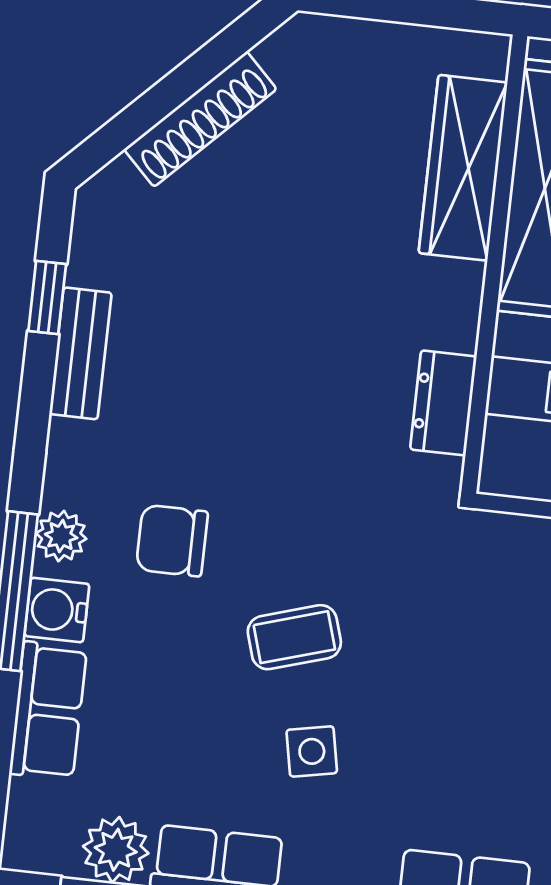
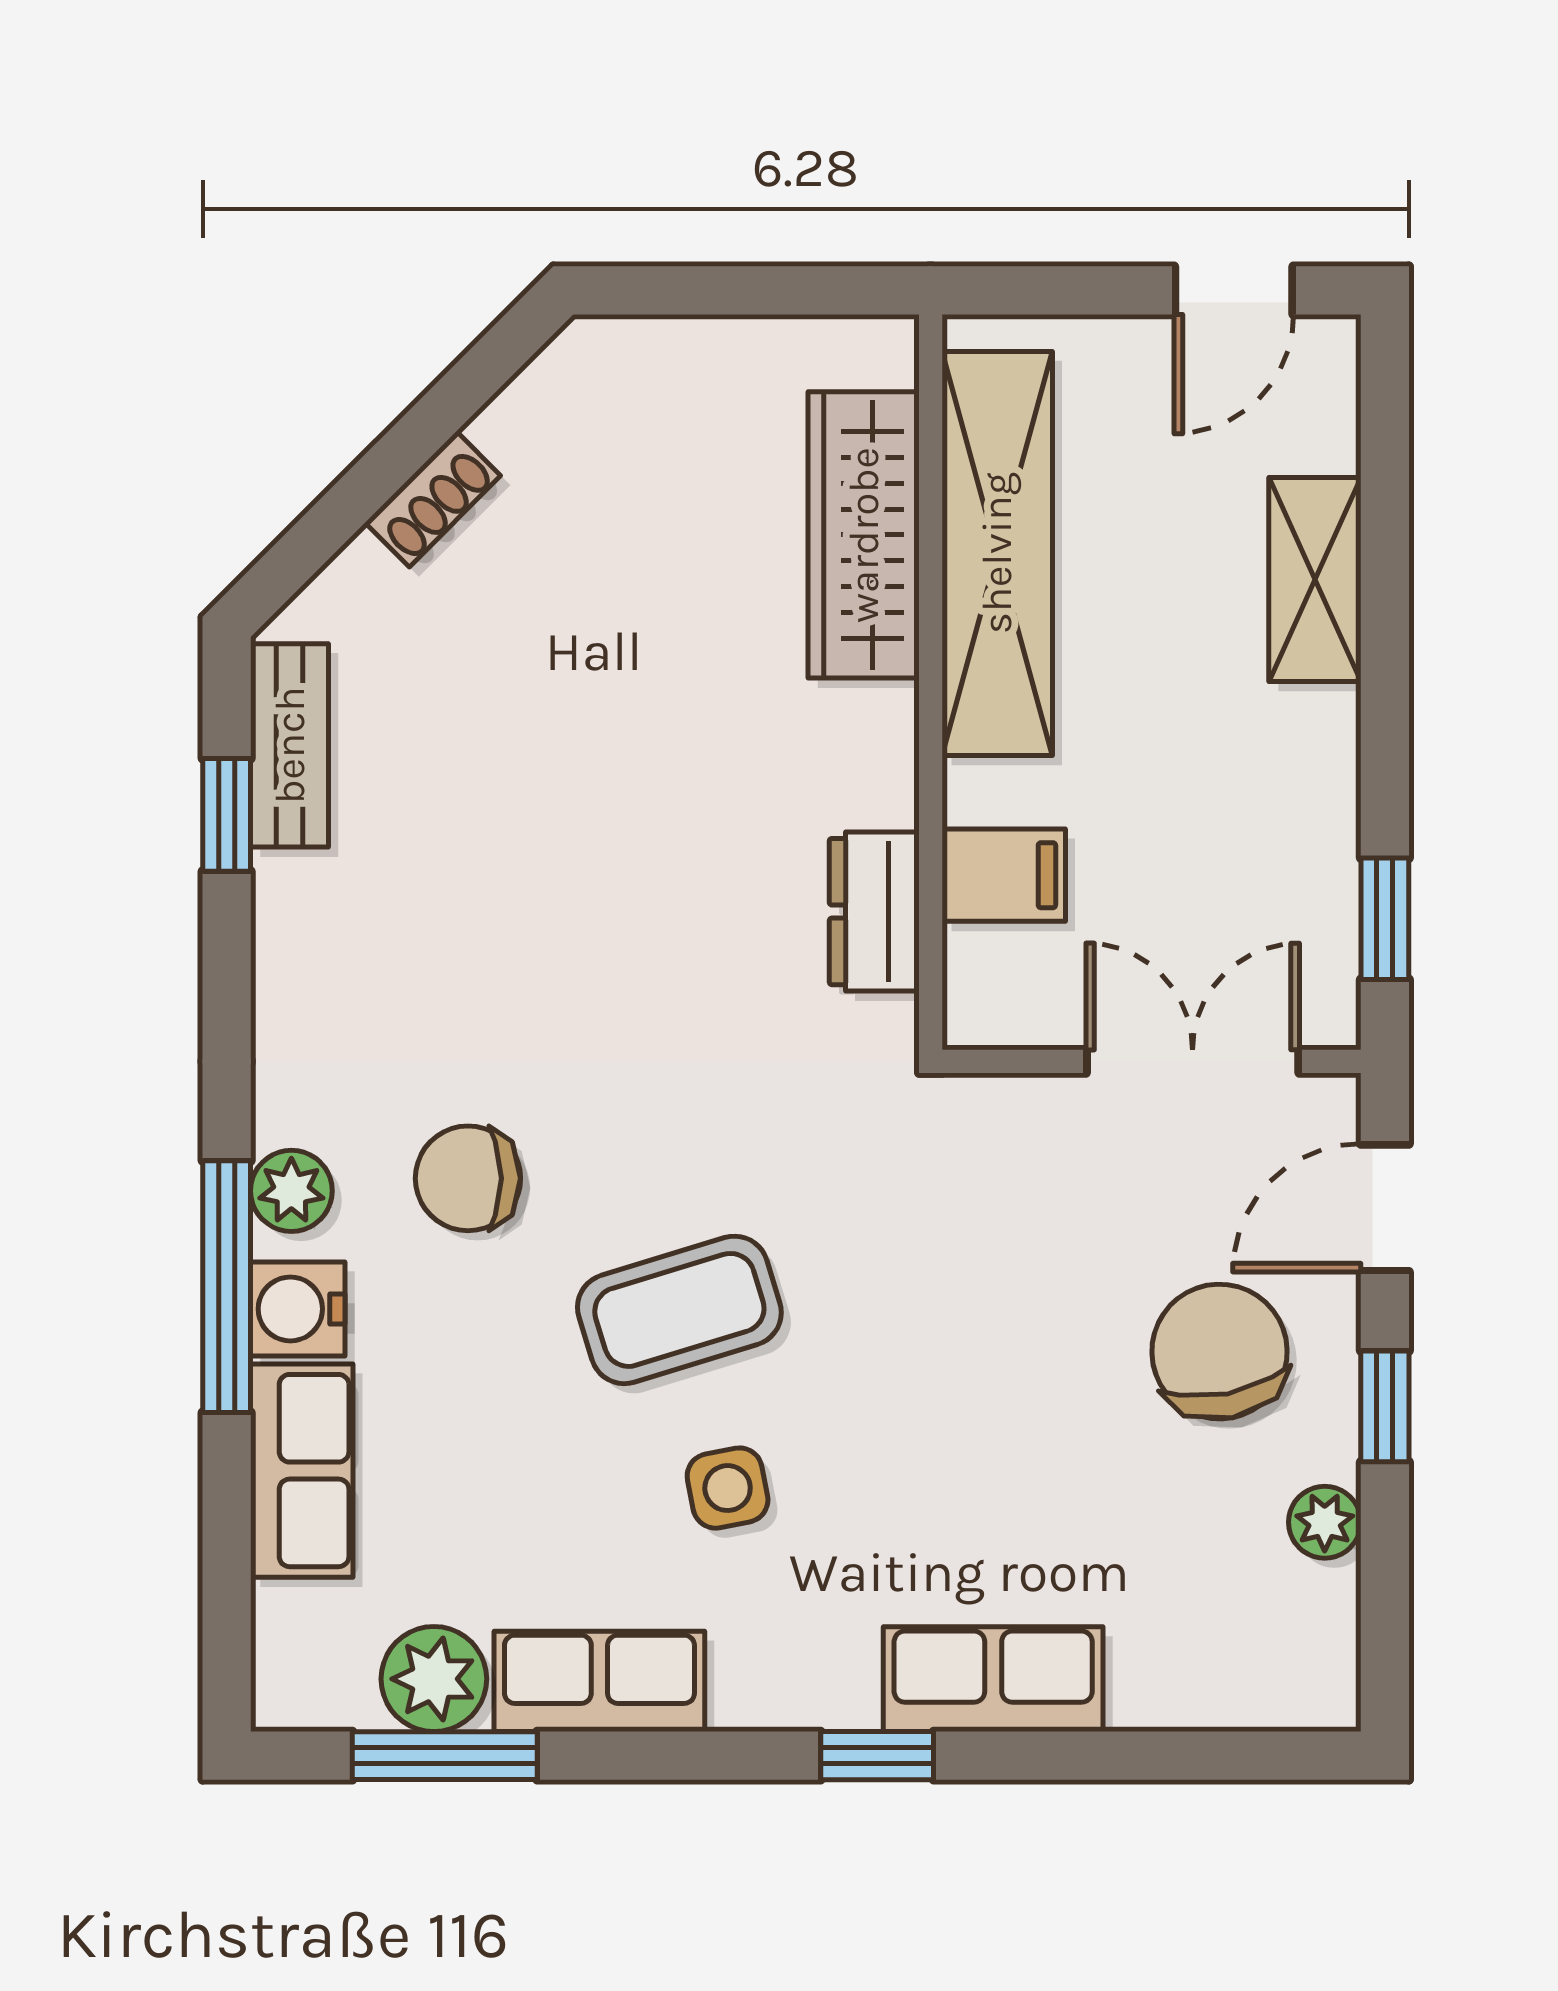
shoe rack: (200, 119) -> (433, 499), width x0.51, depth x0.81
bench: (80, 353) -> (290, 745), moved
coffee table: (294, 637) -> (679, 1310), width x1.36, depth x1.30

